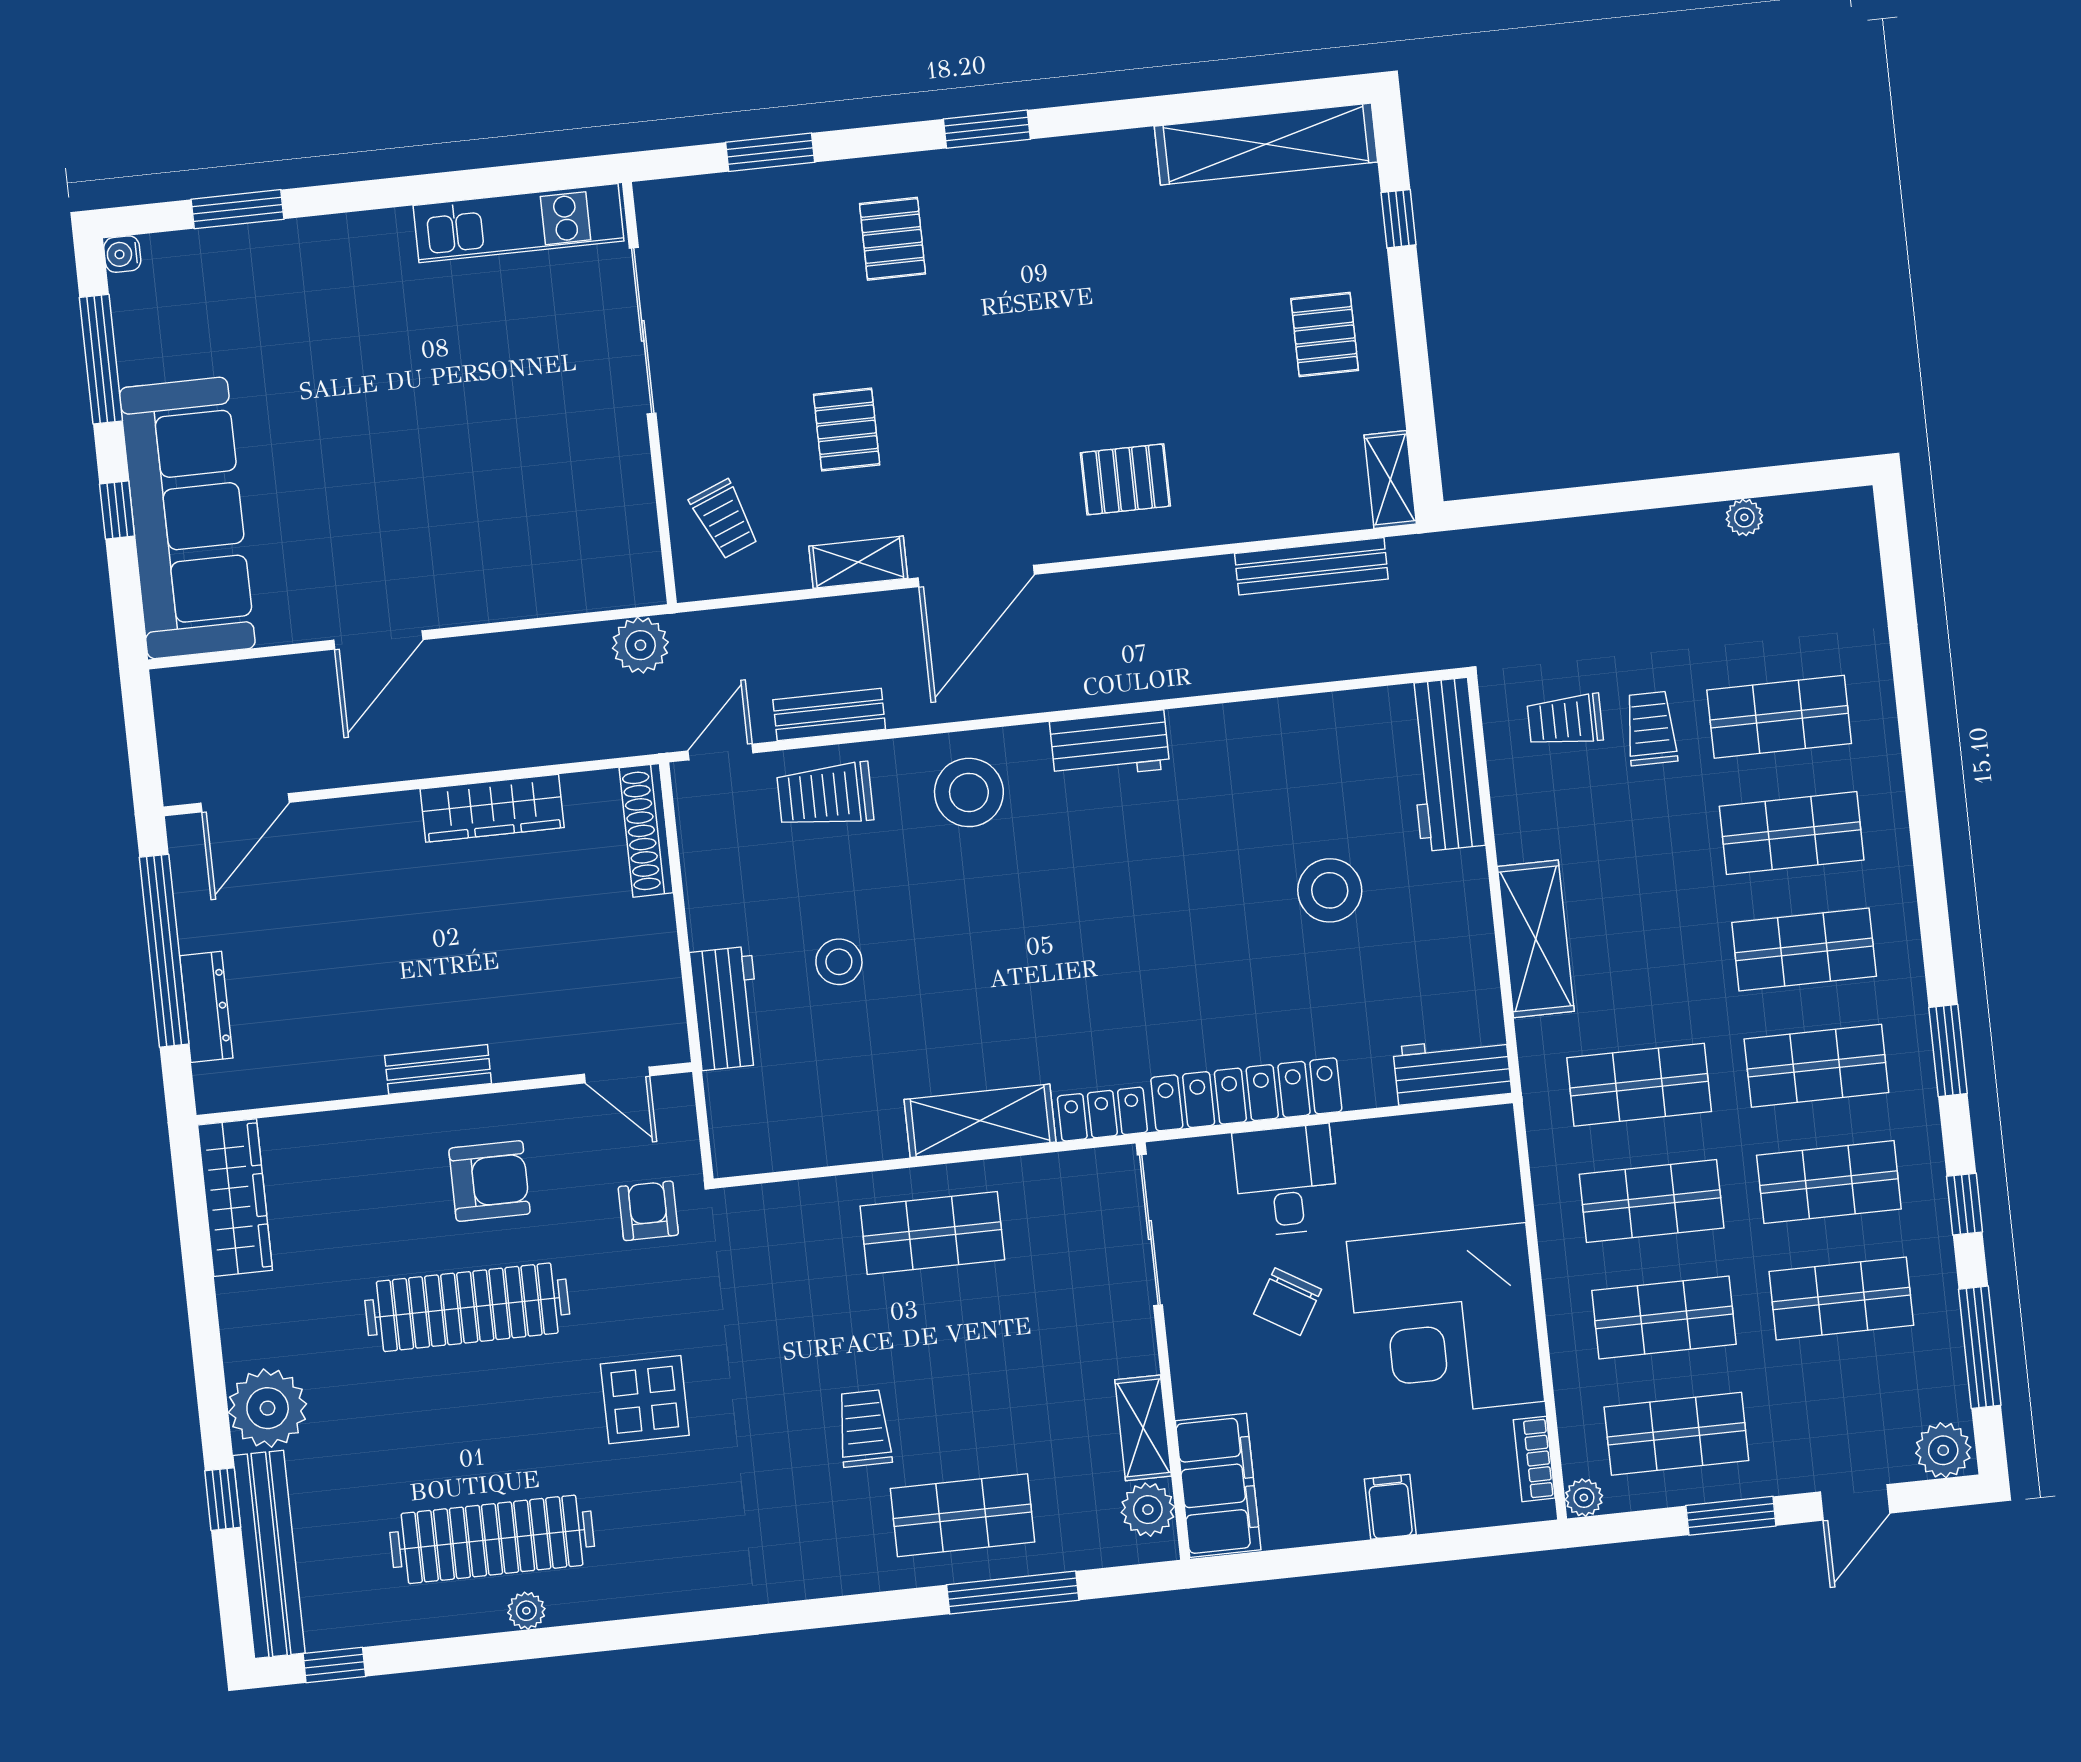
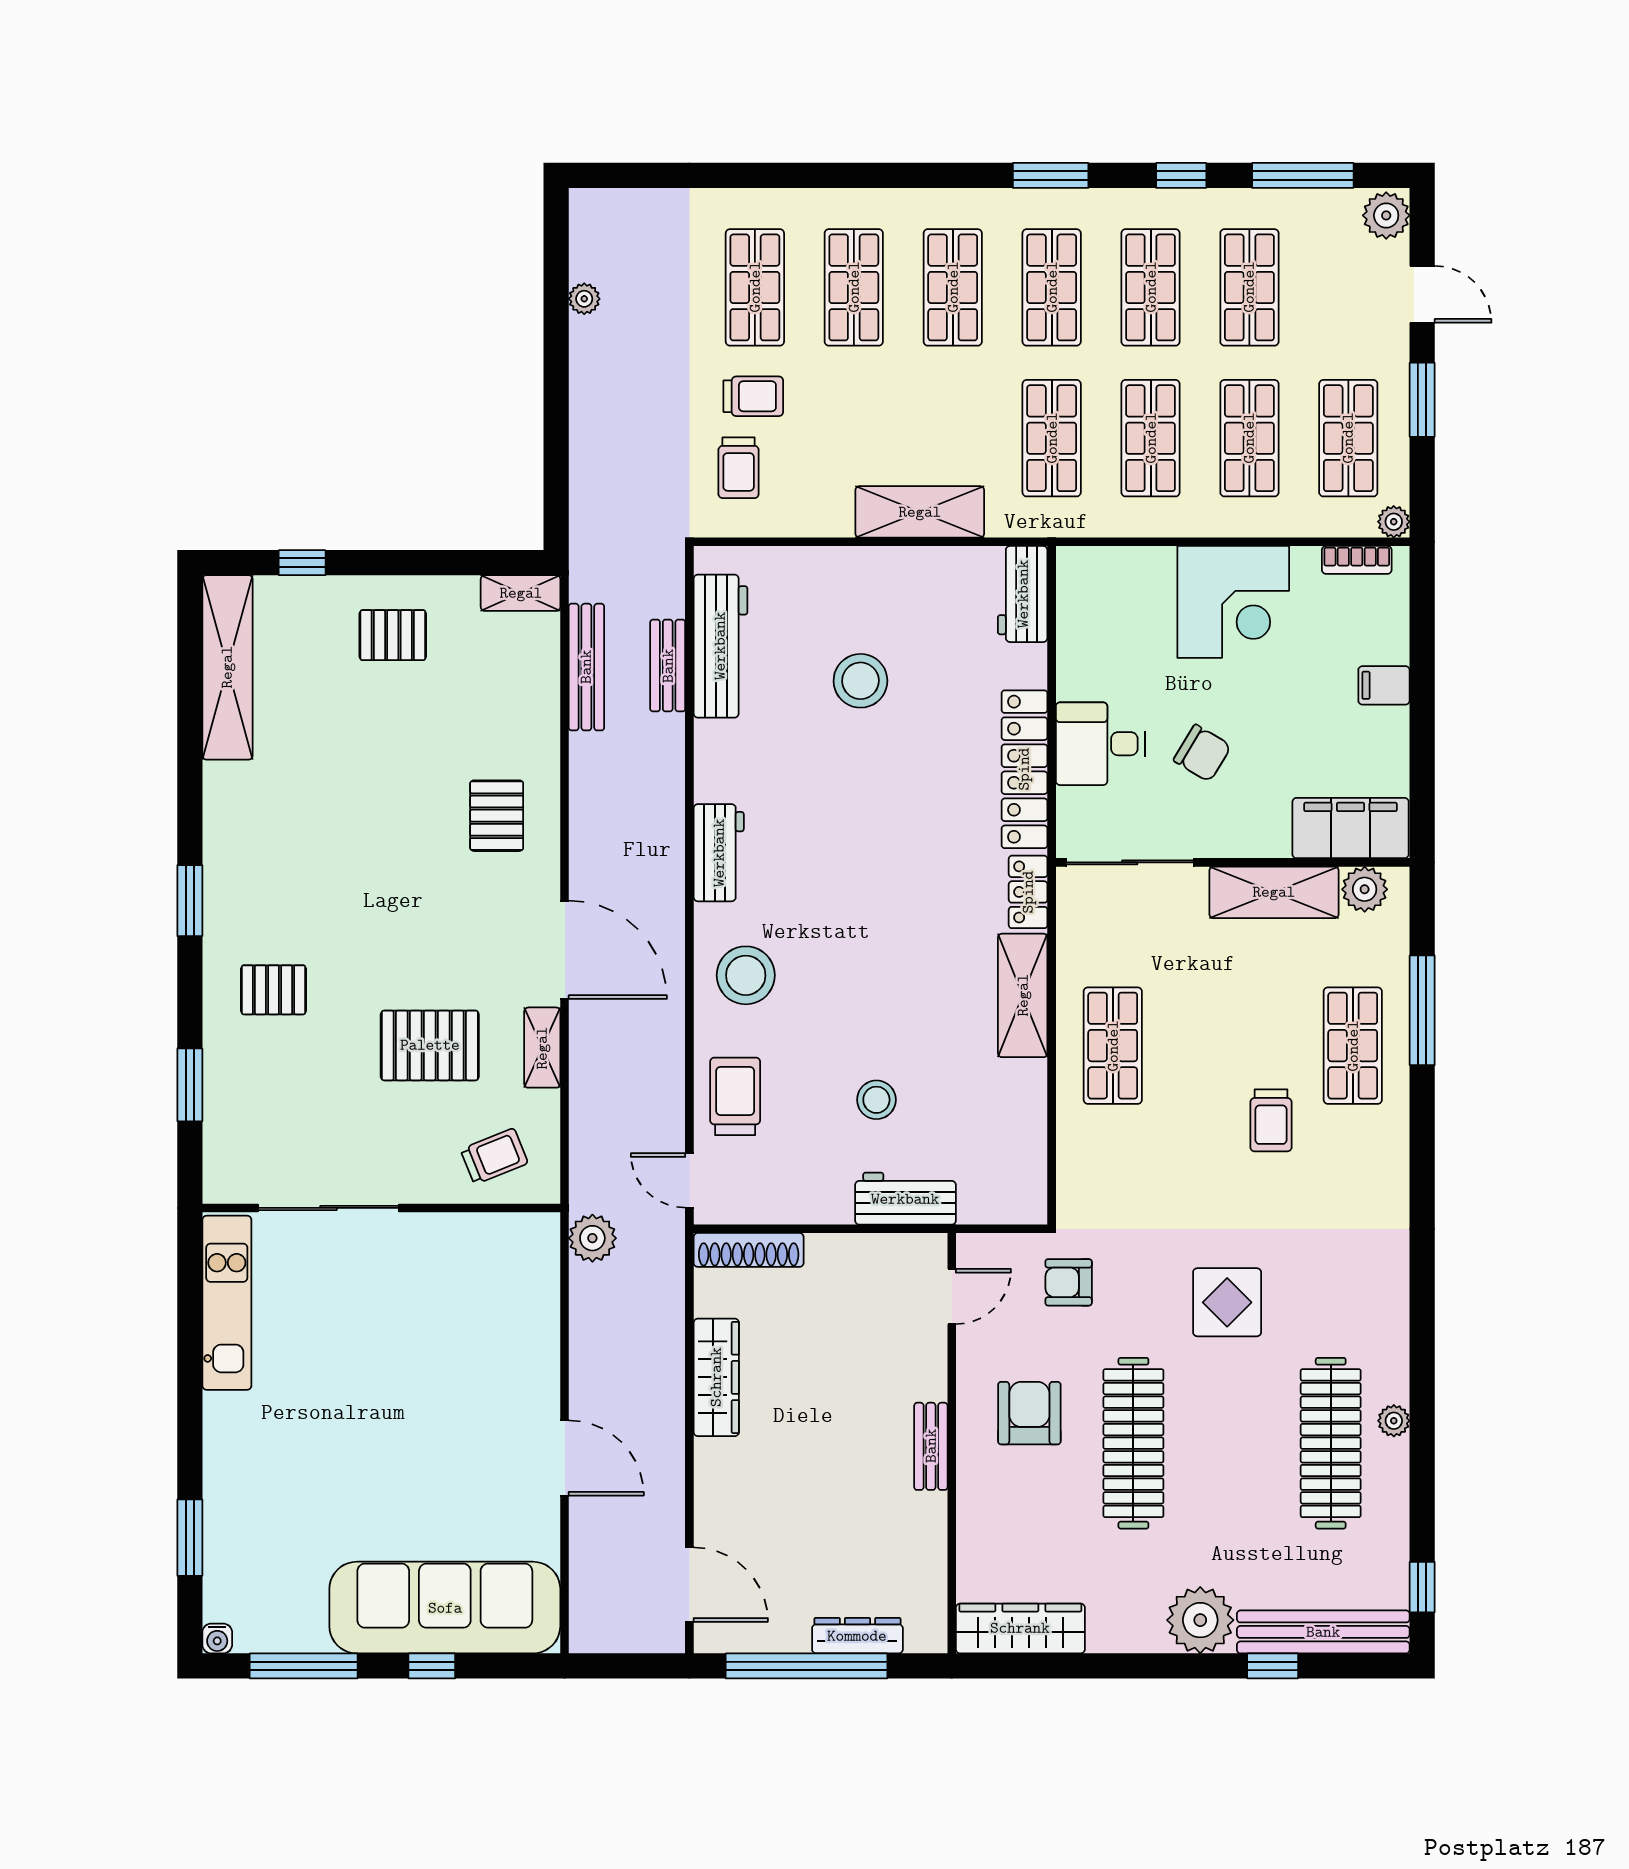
pallet: (847, 430) -> (430, 1045), width x1.50, depth x1.42
bench: (829, 714) -> (668, 666), moved
trolley: (1651, 728) -> (753, 396), turned 180
workbench: (1445, 765) -> (720, 646), moved, turned -90
trolley: (825, 795) -> (735, 1096), turned 180
corner desk: (1446, 1321) -> (1233, 602), width x0.74, depth x0.74
shelving: (1143, 1428) -> (1274, 892), width x1.50, depth x1.33
trolley: (864, 1429) -> (1271, 1120), turned -90

